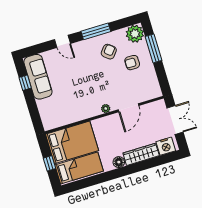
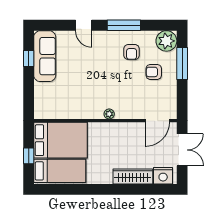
armchair: (109, 52) -> (132, 52), turned 141
door: (129, 108) -> (157, 121), moved
floor lamp: (119, 162) -> (106, 178), removed

